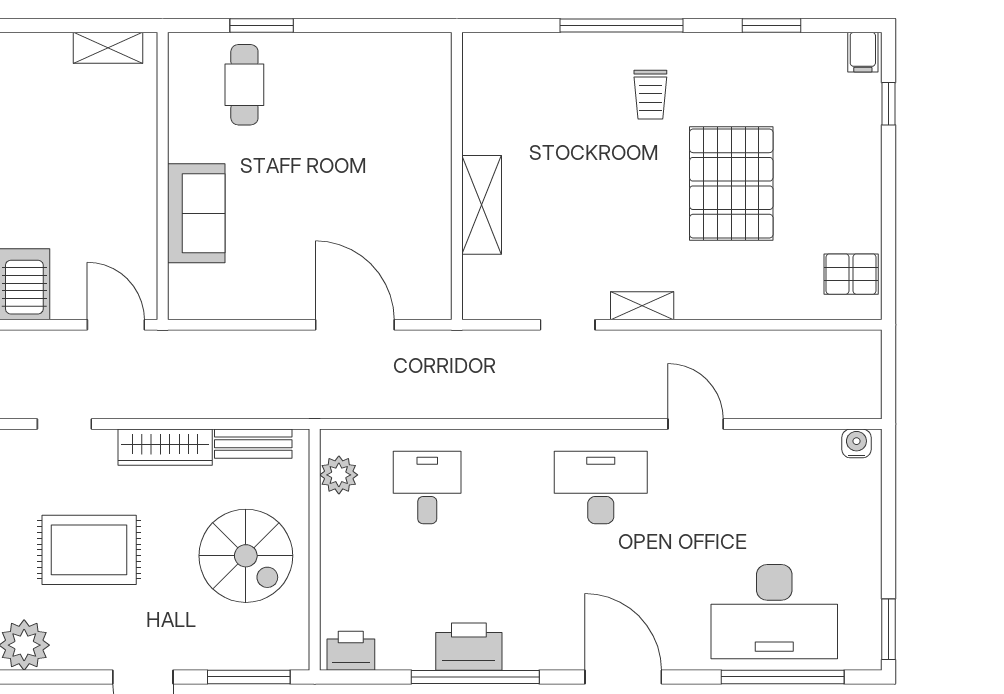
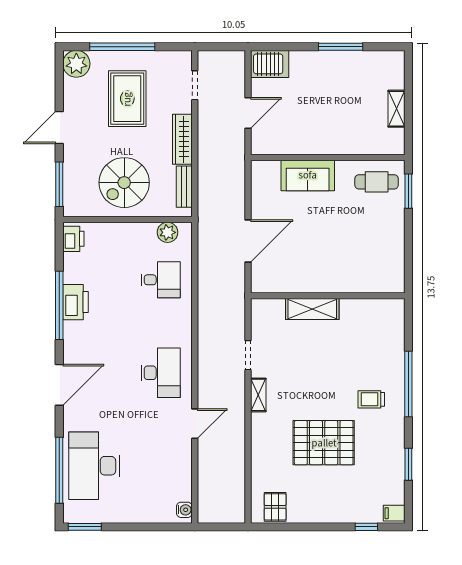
wall: (163, 176) -> (328, 157), moved
sofa: (196, 213) -> (308, 175), moved

